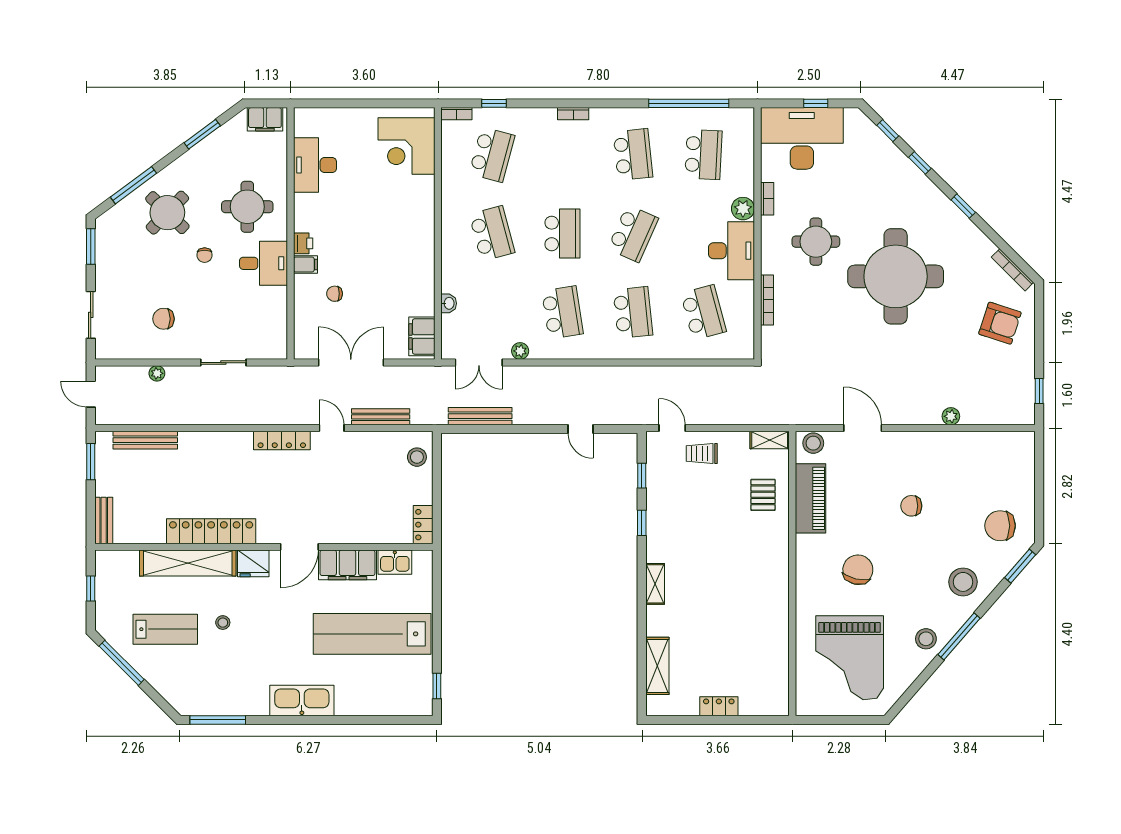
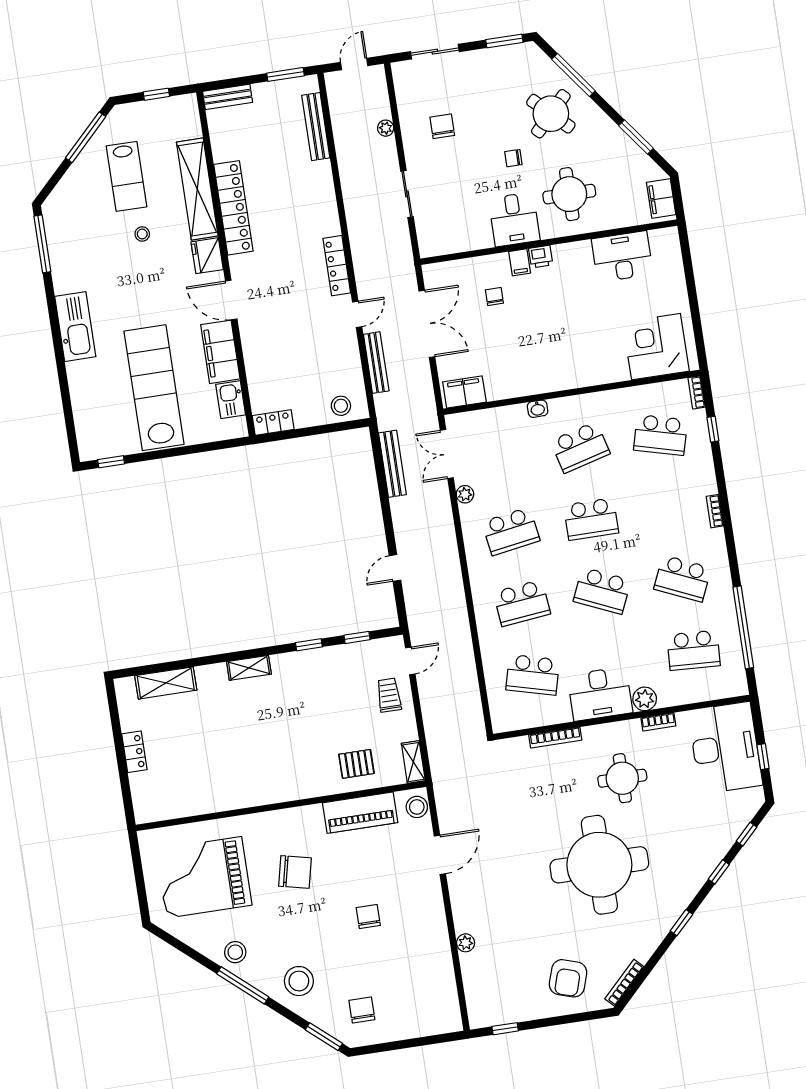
school desk: (633, 155) -> (683, 578), turned 30
washbasin: (449, 303) -> (538, 409), moved
school desk: (703, 312) -> (533, 675), turned 30
chair: (1000, 526) -> (362, 1010), width x0.73, depth x0.73

